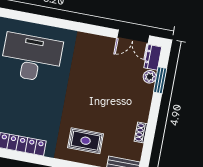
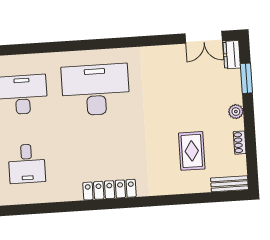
plant: (150, 77) -> (236, 112), moved
rug: (86, 141) -> (192, 151), moved, turned 90

